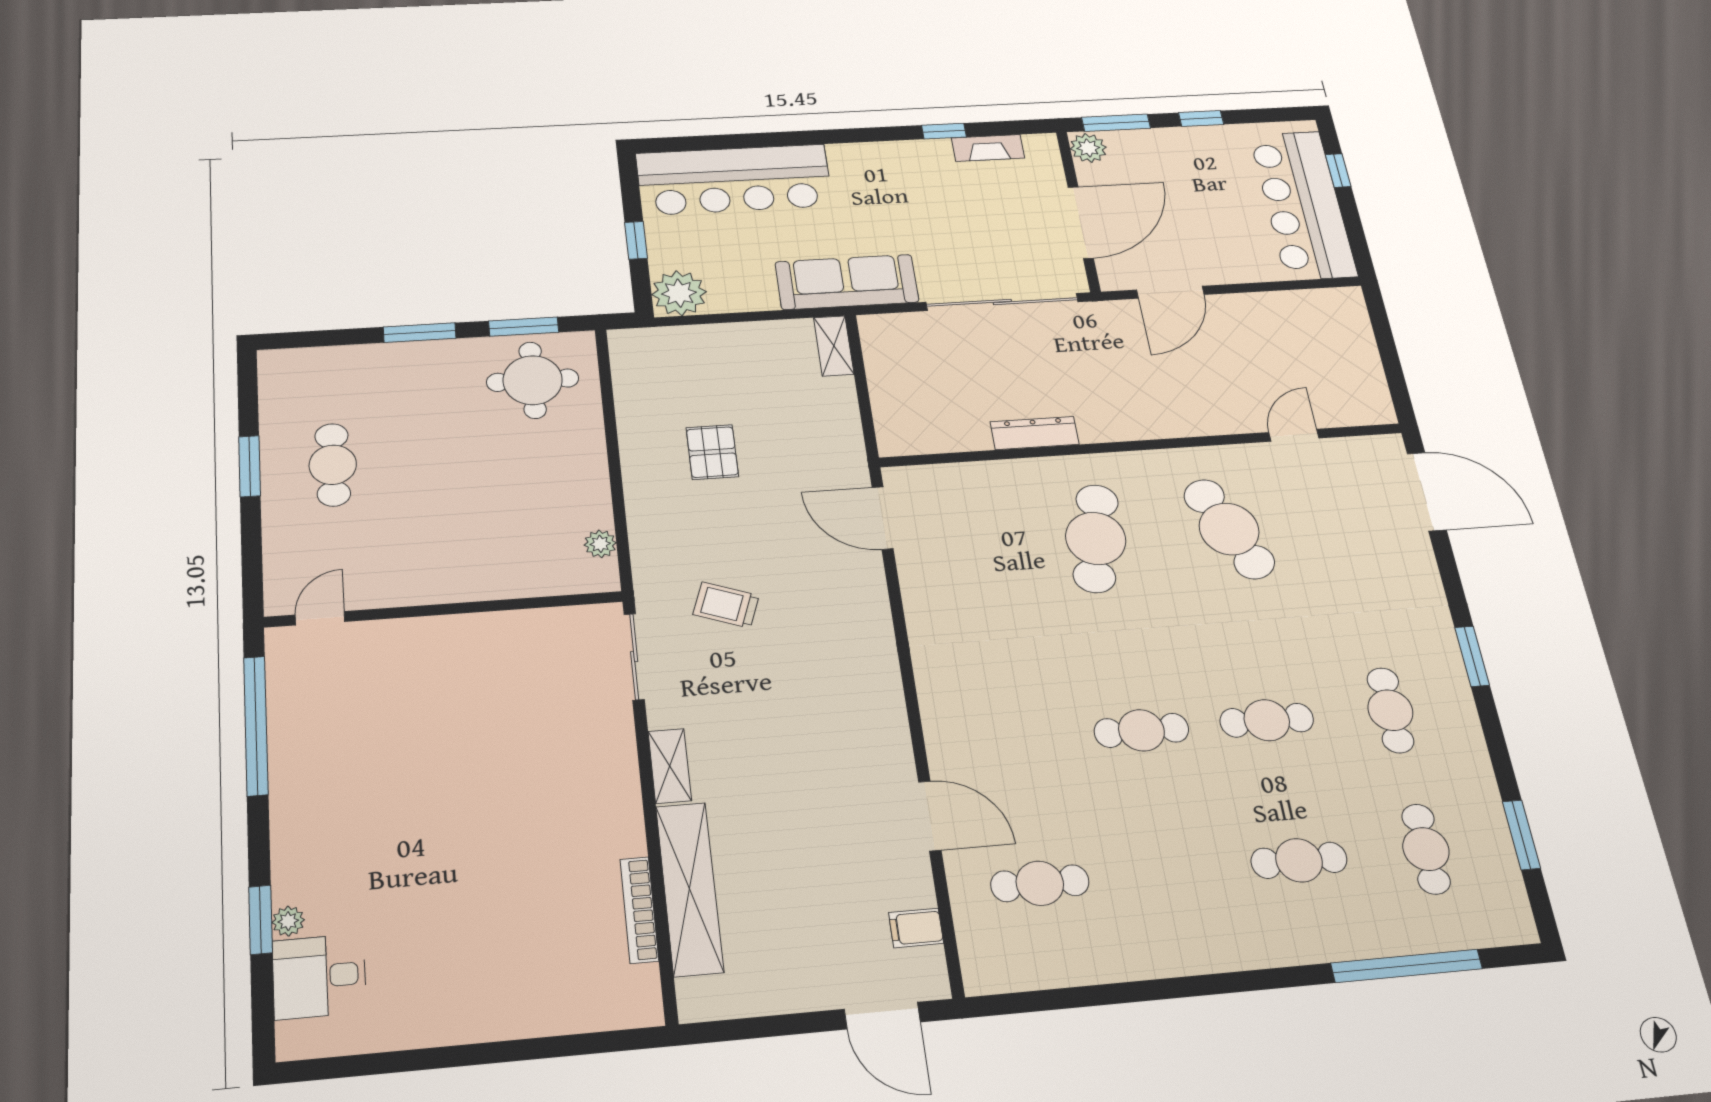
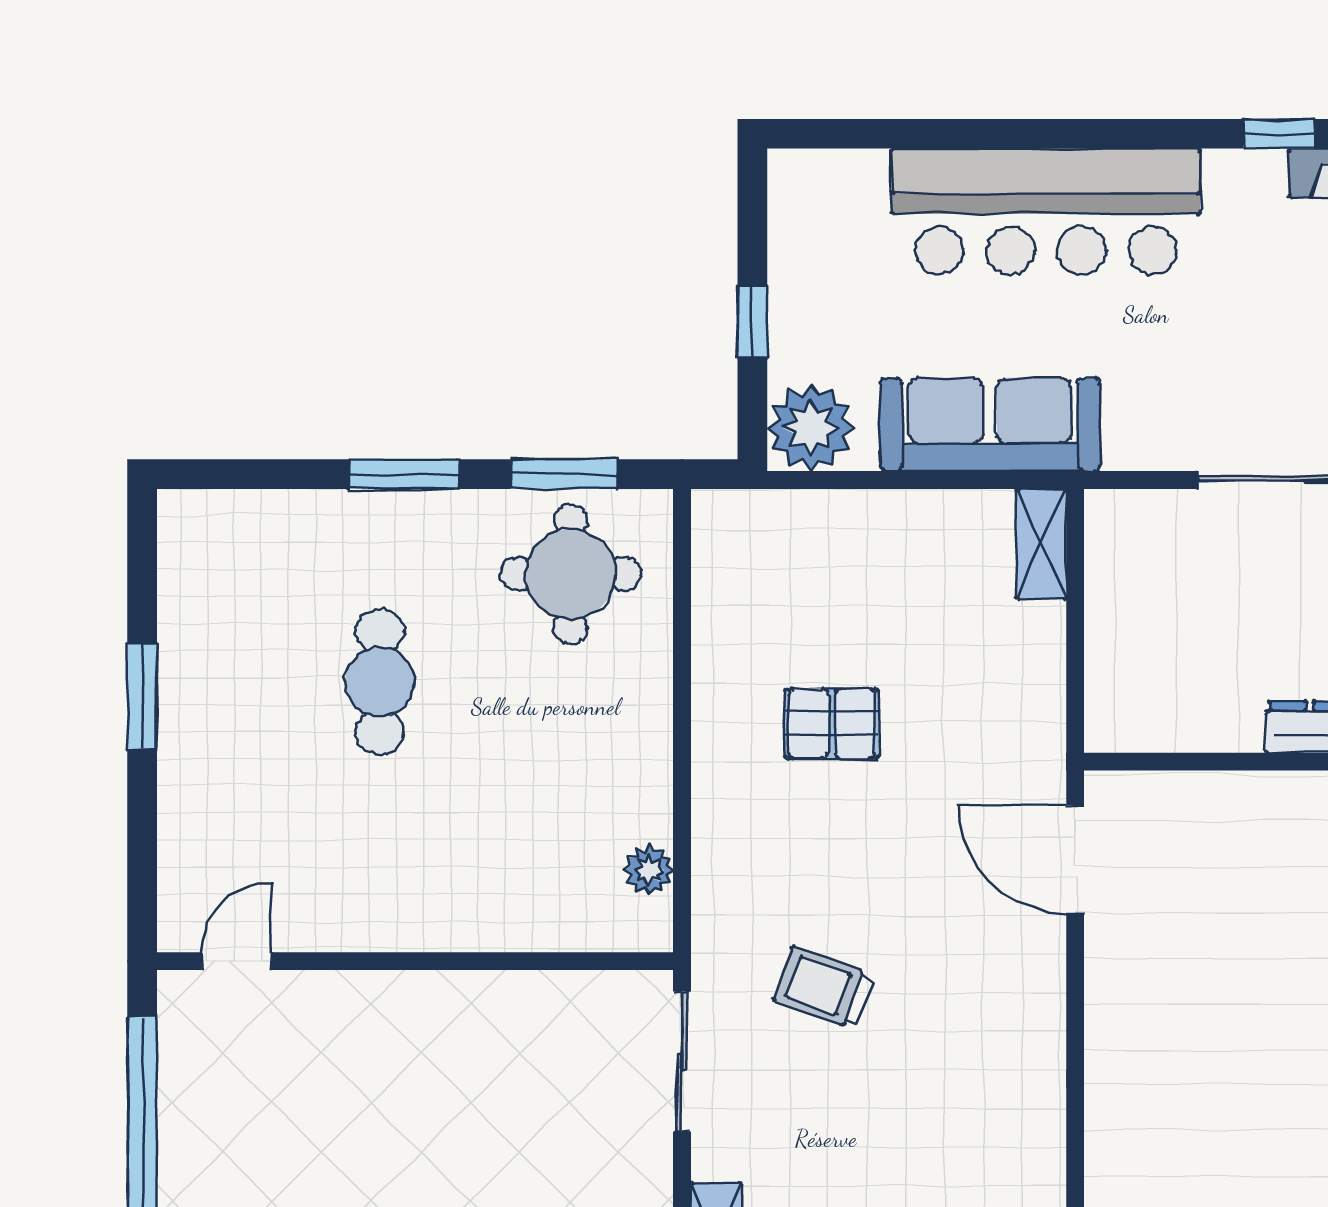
bar counter: (734, 180) -> (1046, 211), moved
sofa: (847, 282) -> (990, 425), moved
pallet: (712, 452) -> (832, 724), turned 90
cafe table: (333, 465) -> (380, 682), moved

